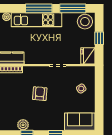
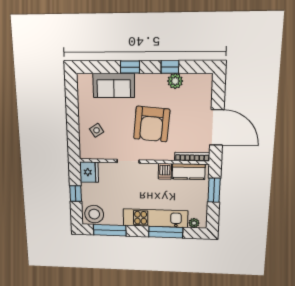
window: (39, 8) -> (166, 232), moved
dishwasher: (30, 58) -> (165, 171), added
armchair: (40, 94) -> (152, 124), width x1.88, depth x1.88
sofa: (80, 122) -> (114, 85), moved

